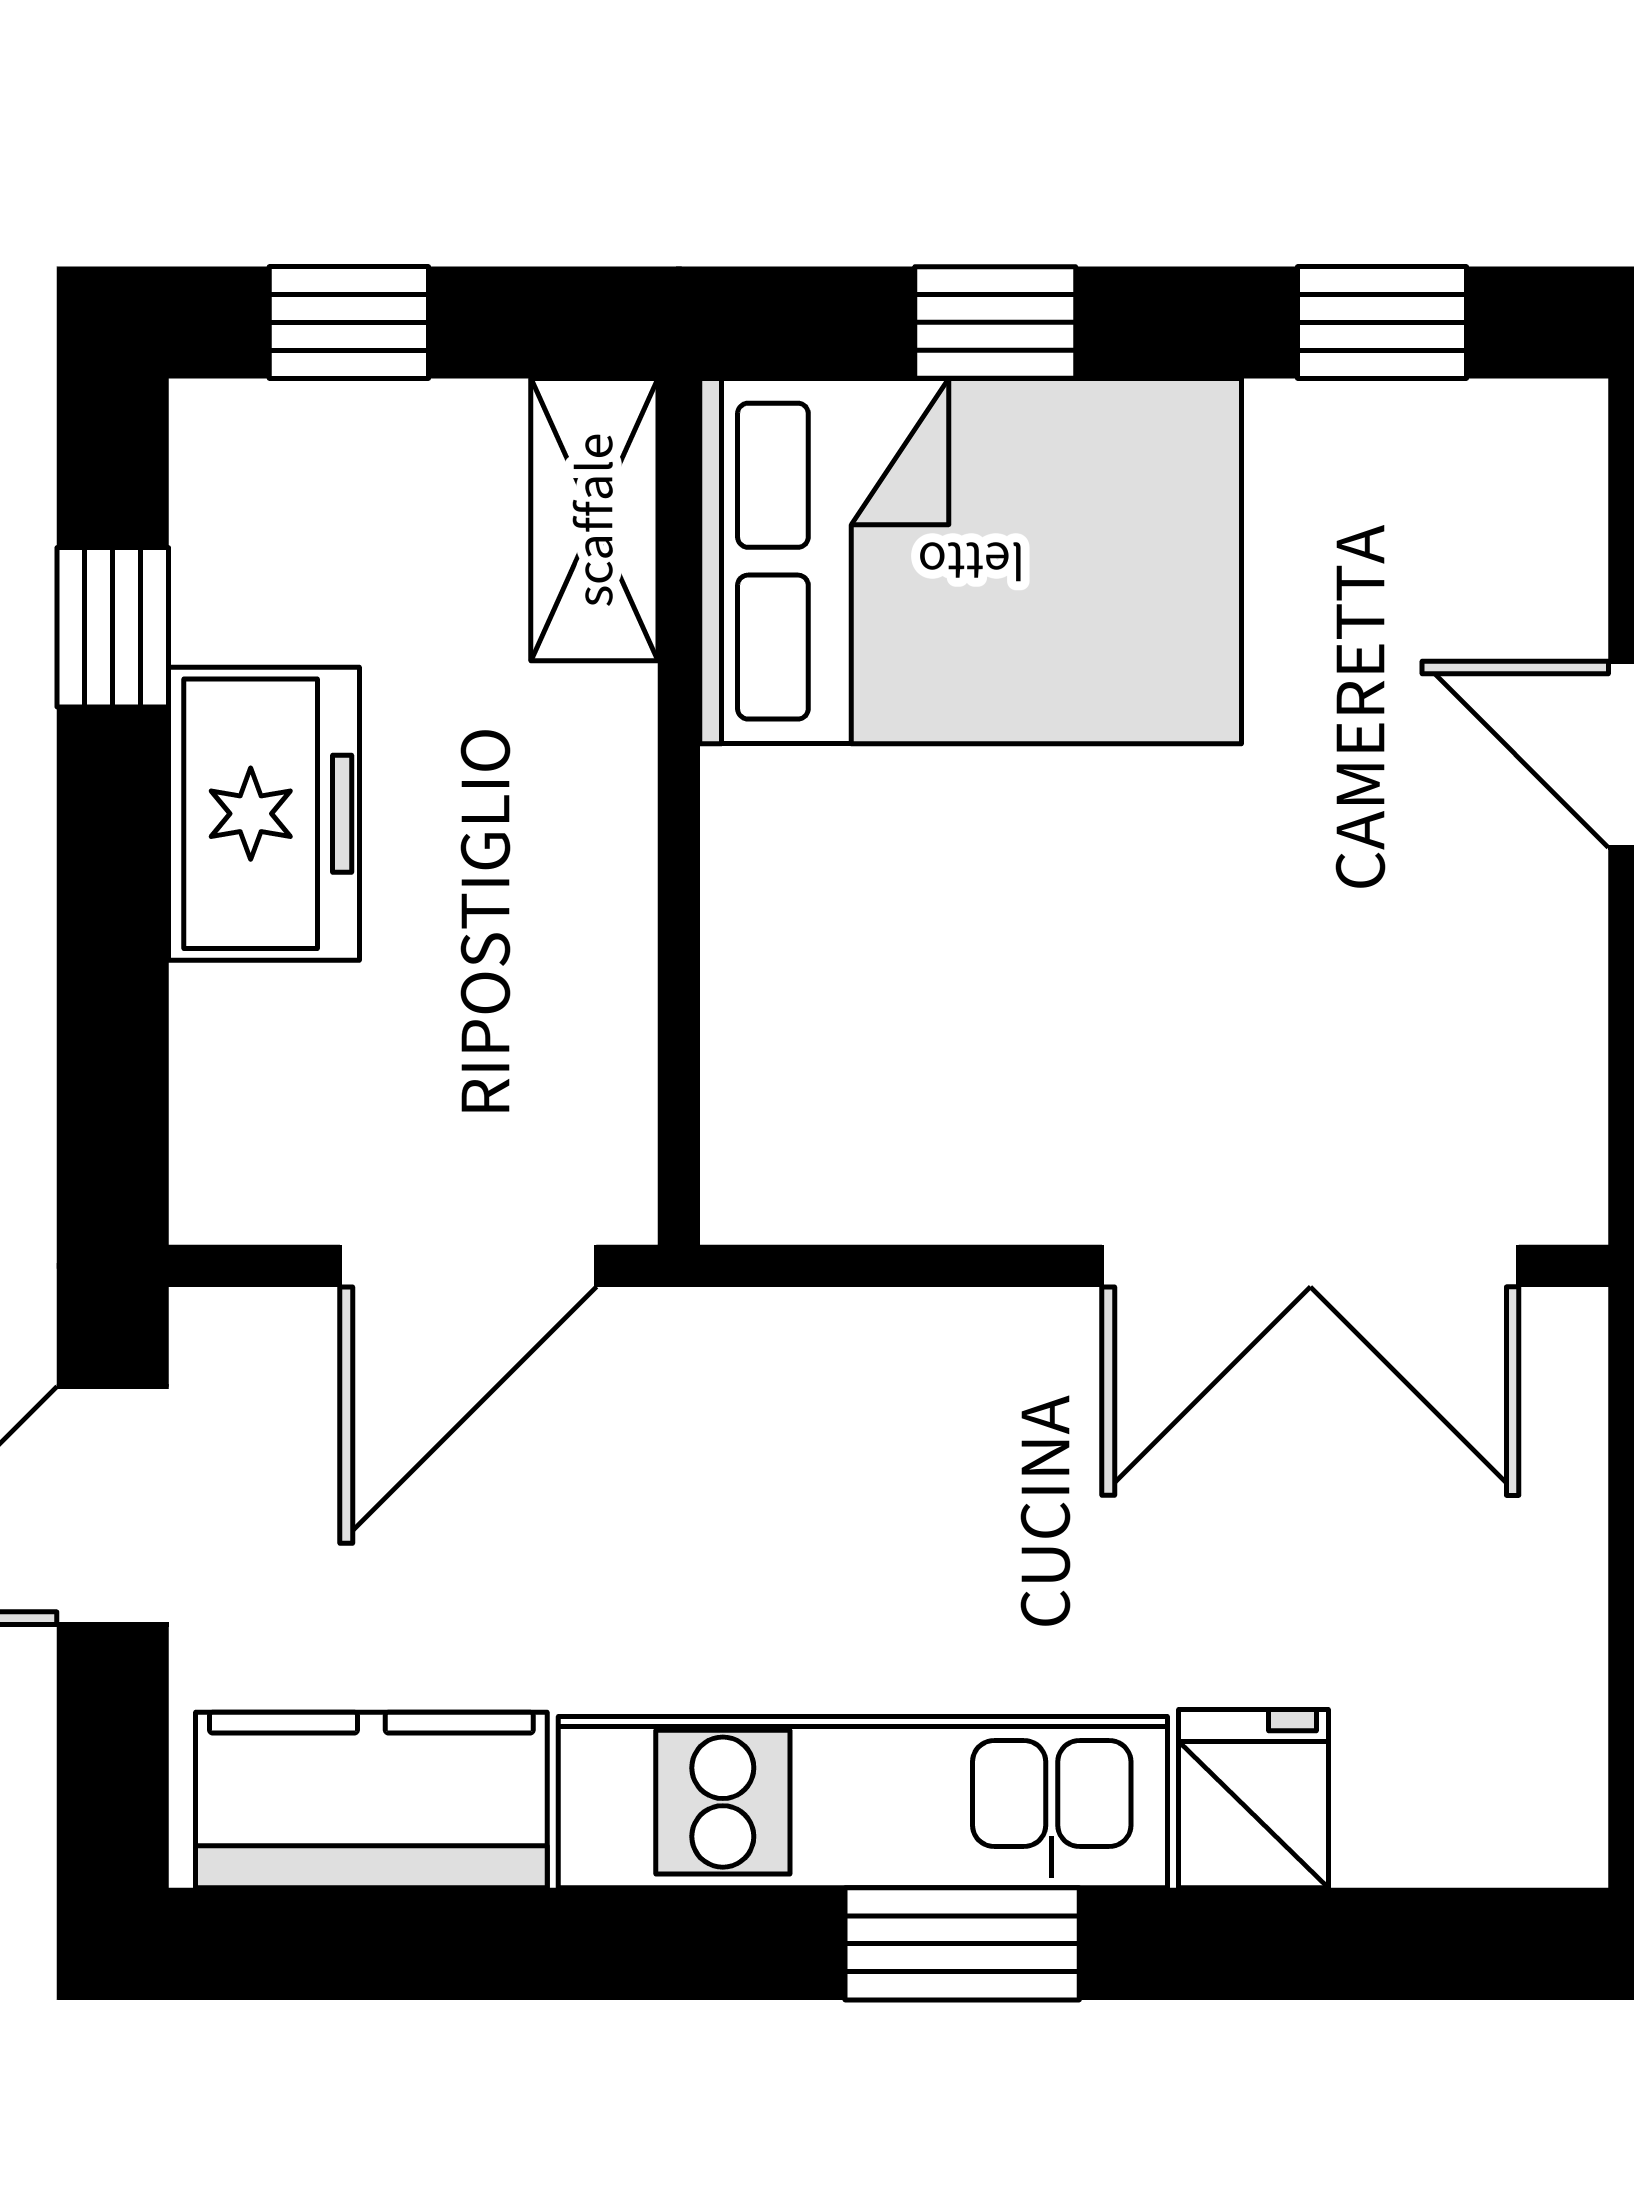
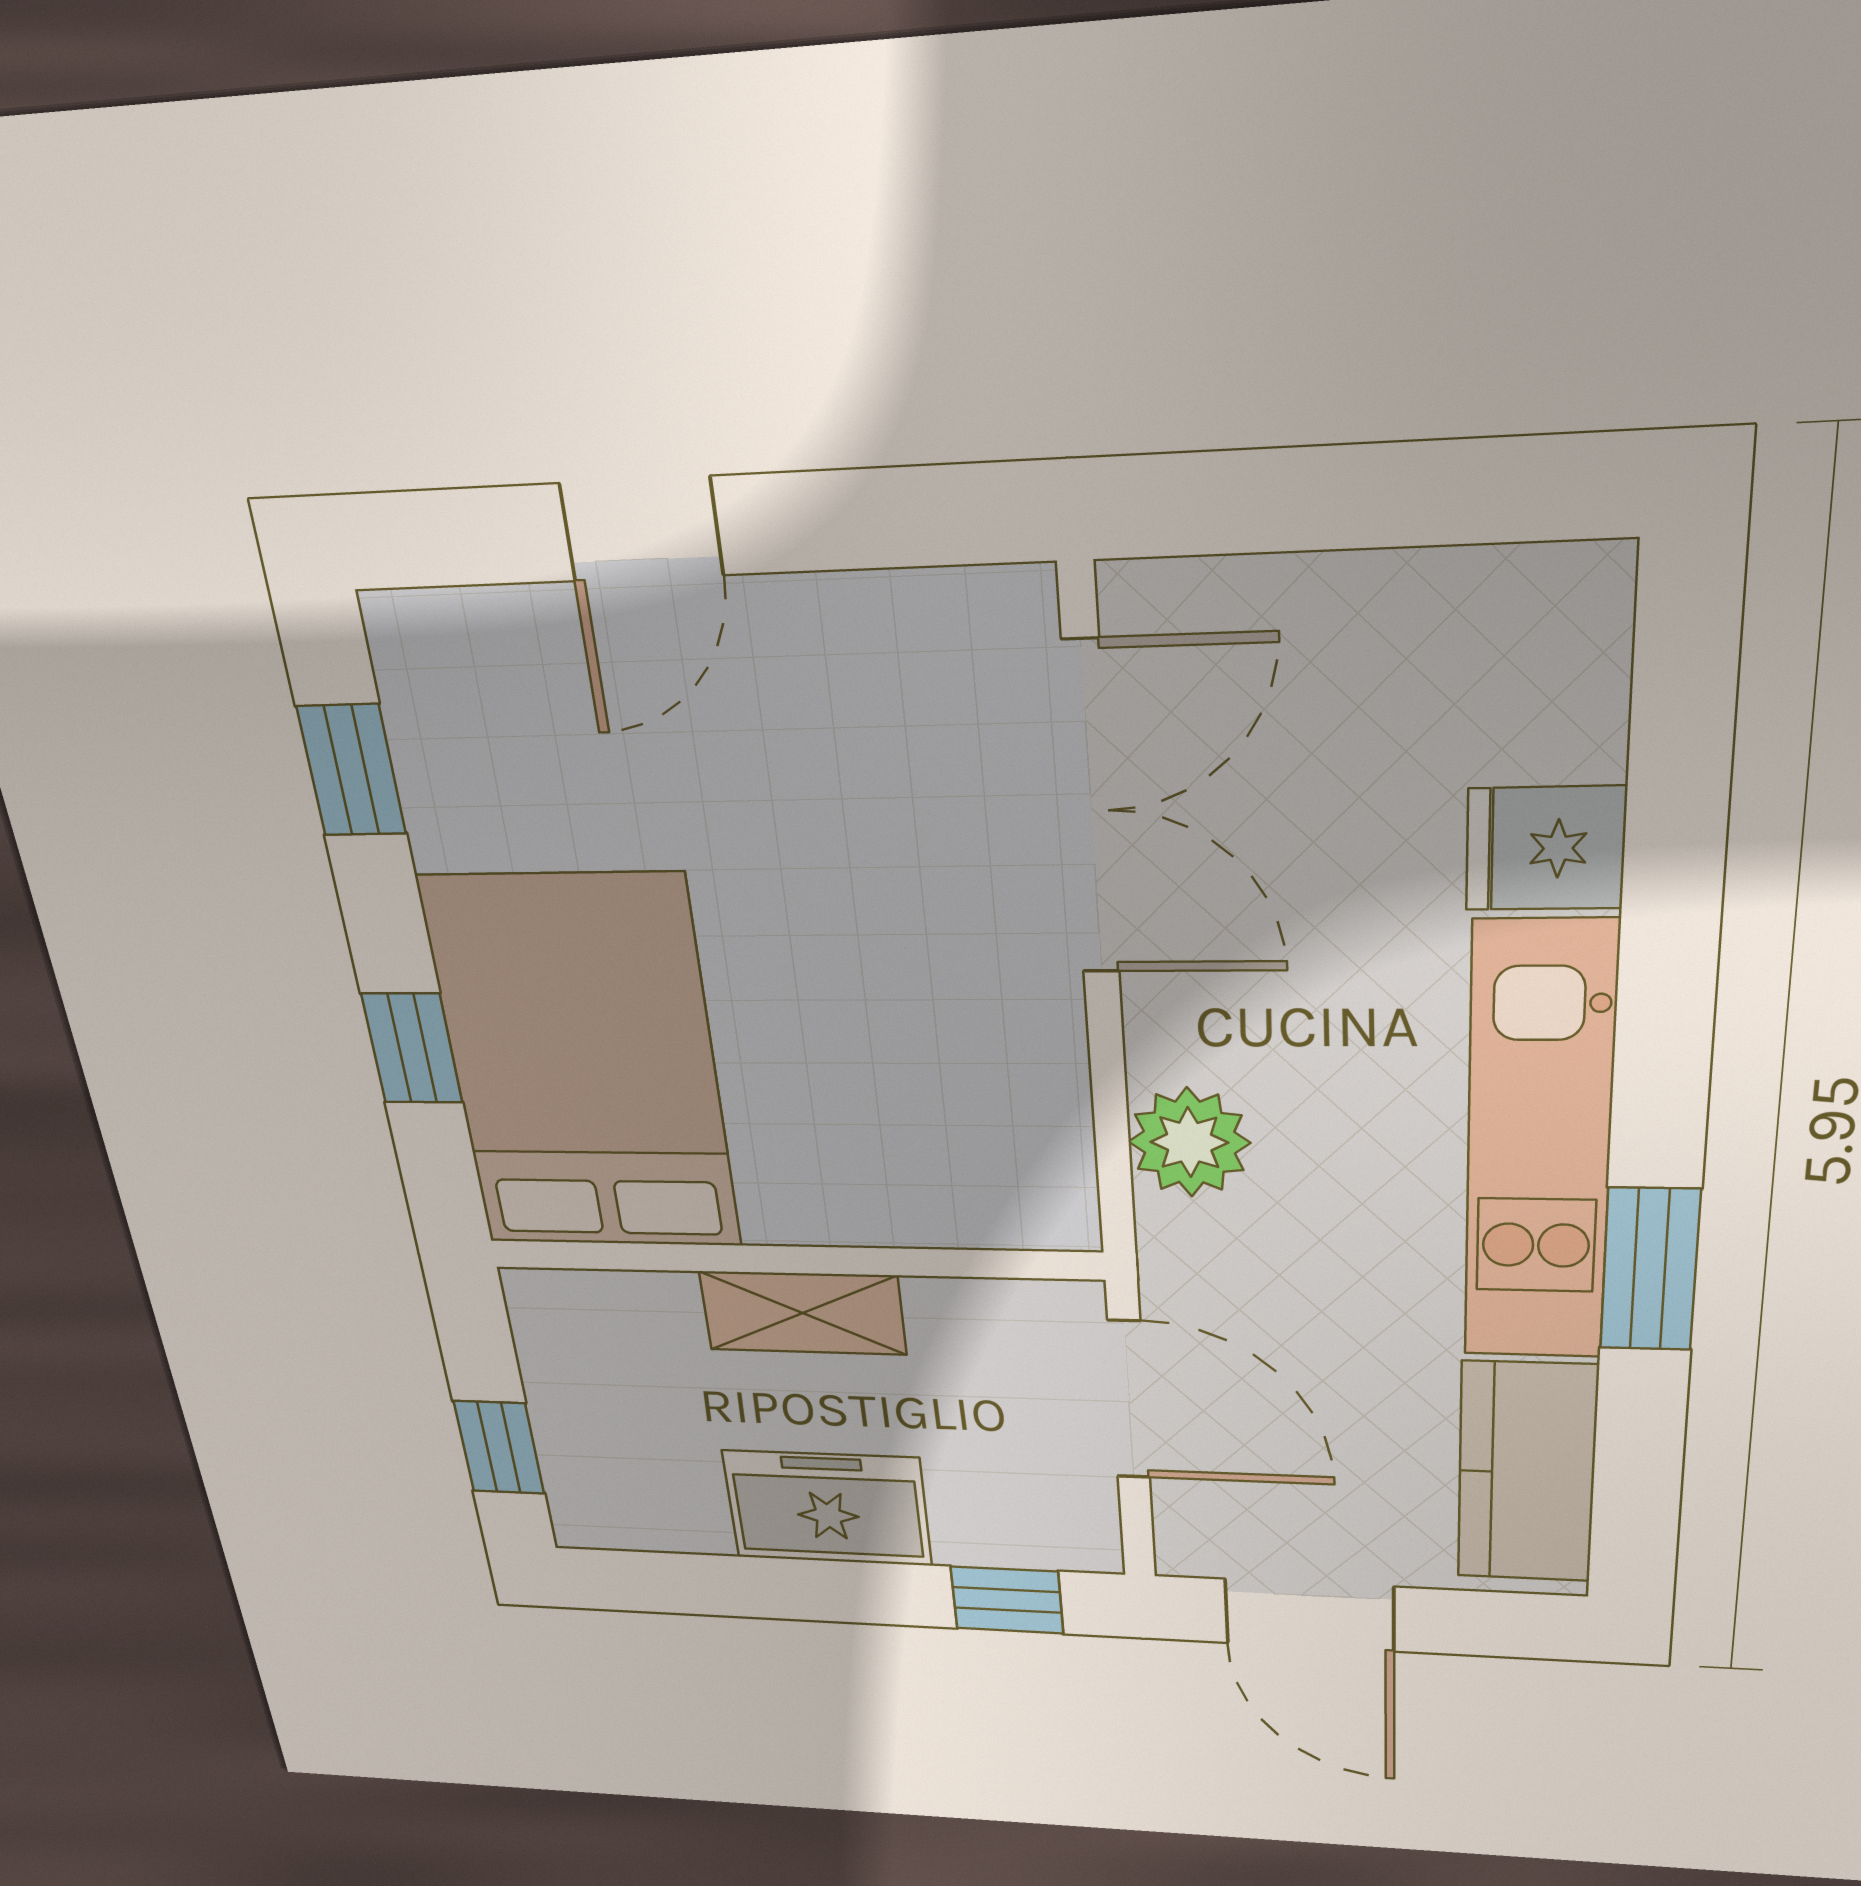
shelving: (594, 520) -> (803, 1313), moved
window: (113, 627) -> (1007, 1600), moved
plant: (865, 1366) -> (1189, 1142), added
window: (962, 1944) -> (1650, 1270), moved

